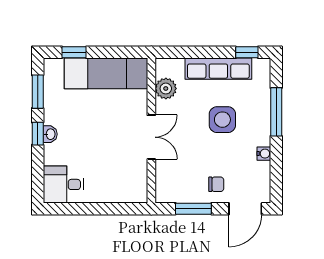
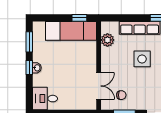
window: (74, 52) -> (79, 18), moved
double door: (151, 137) -> (99, 86), moved
chair: (216, 184) -> (121, 95), moved

